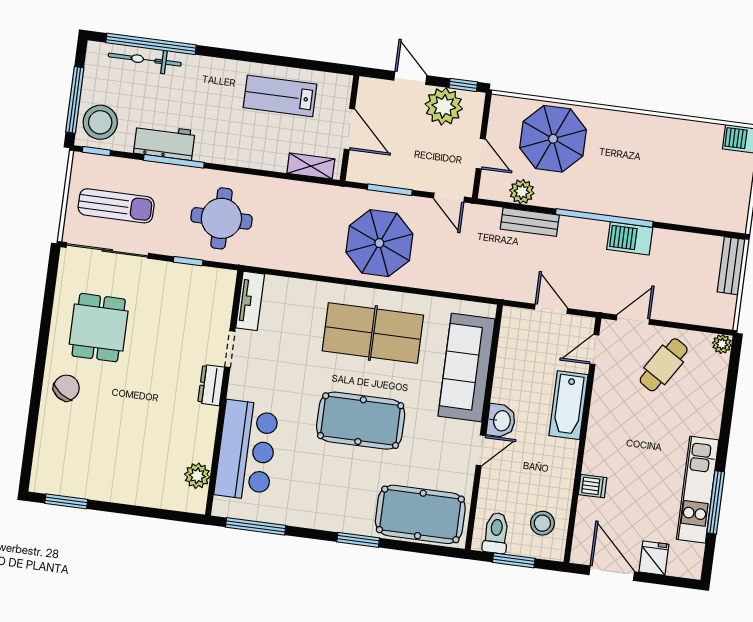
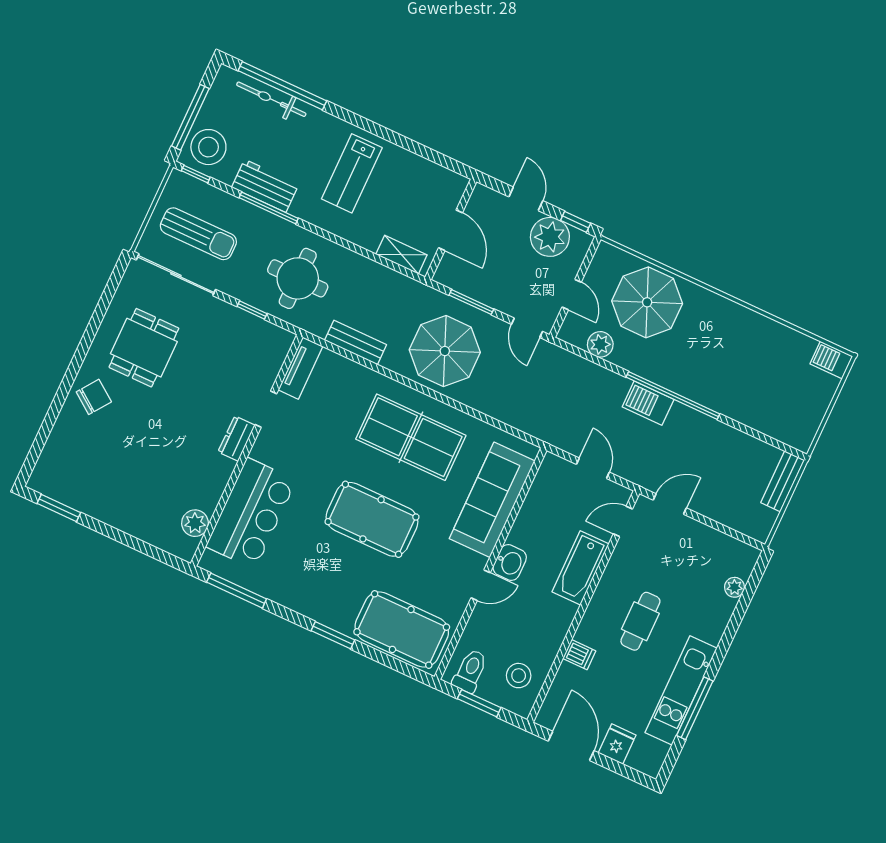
lab bench: (280, 96) -> (352, 173), moved, turned -90
bench: (530, 222) -> (356, 342), moved
barbecue: (630, 238) -> (648, 403), moved
plant: (722, 344) -> (735, 587), moved
cafe table: (664, 365) -> (640, 621), moved, turned -32

